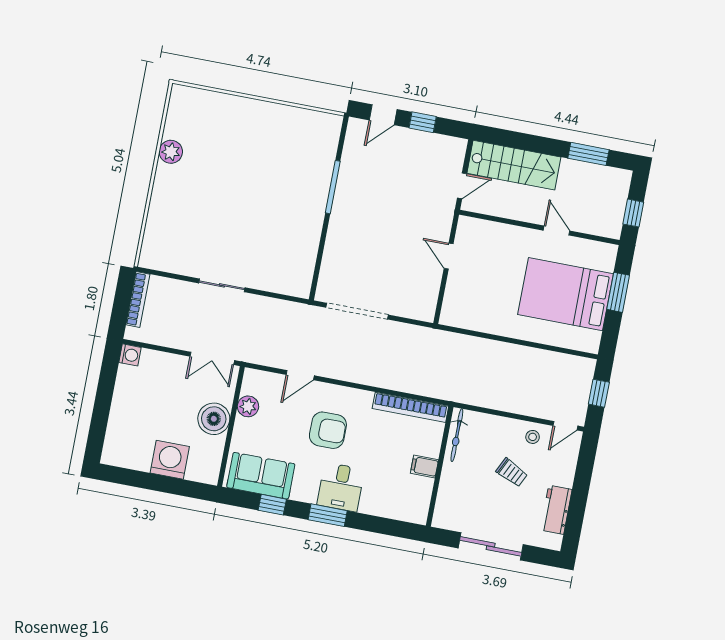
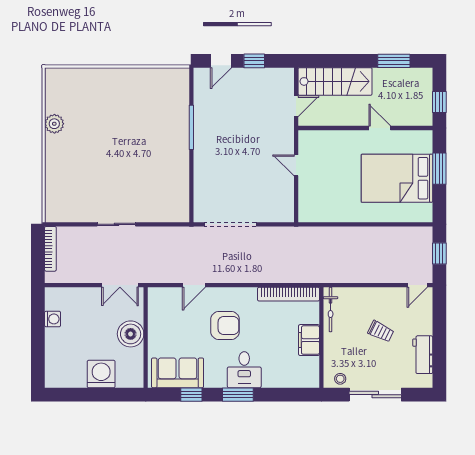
washing machine: (130, 355) -> (53, 319), moved
plant: (248, 406) -> (156, 319), removed
stool: (533, 437) -> (340, 379), moved
filing cabinet: (424, 466) -> (309, 340), width x2.00

